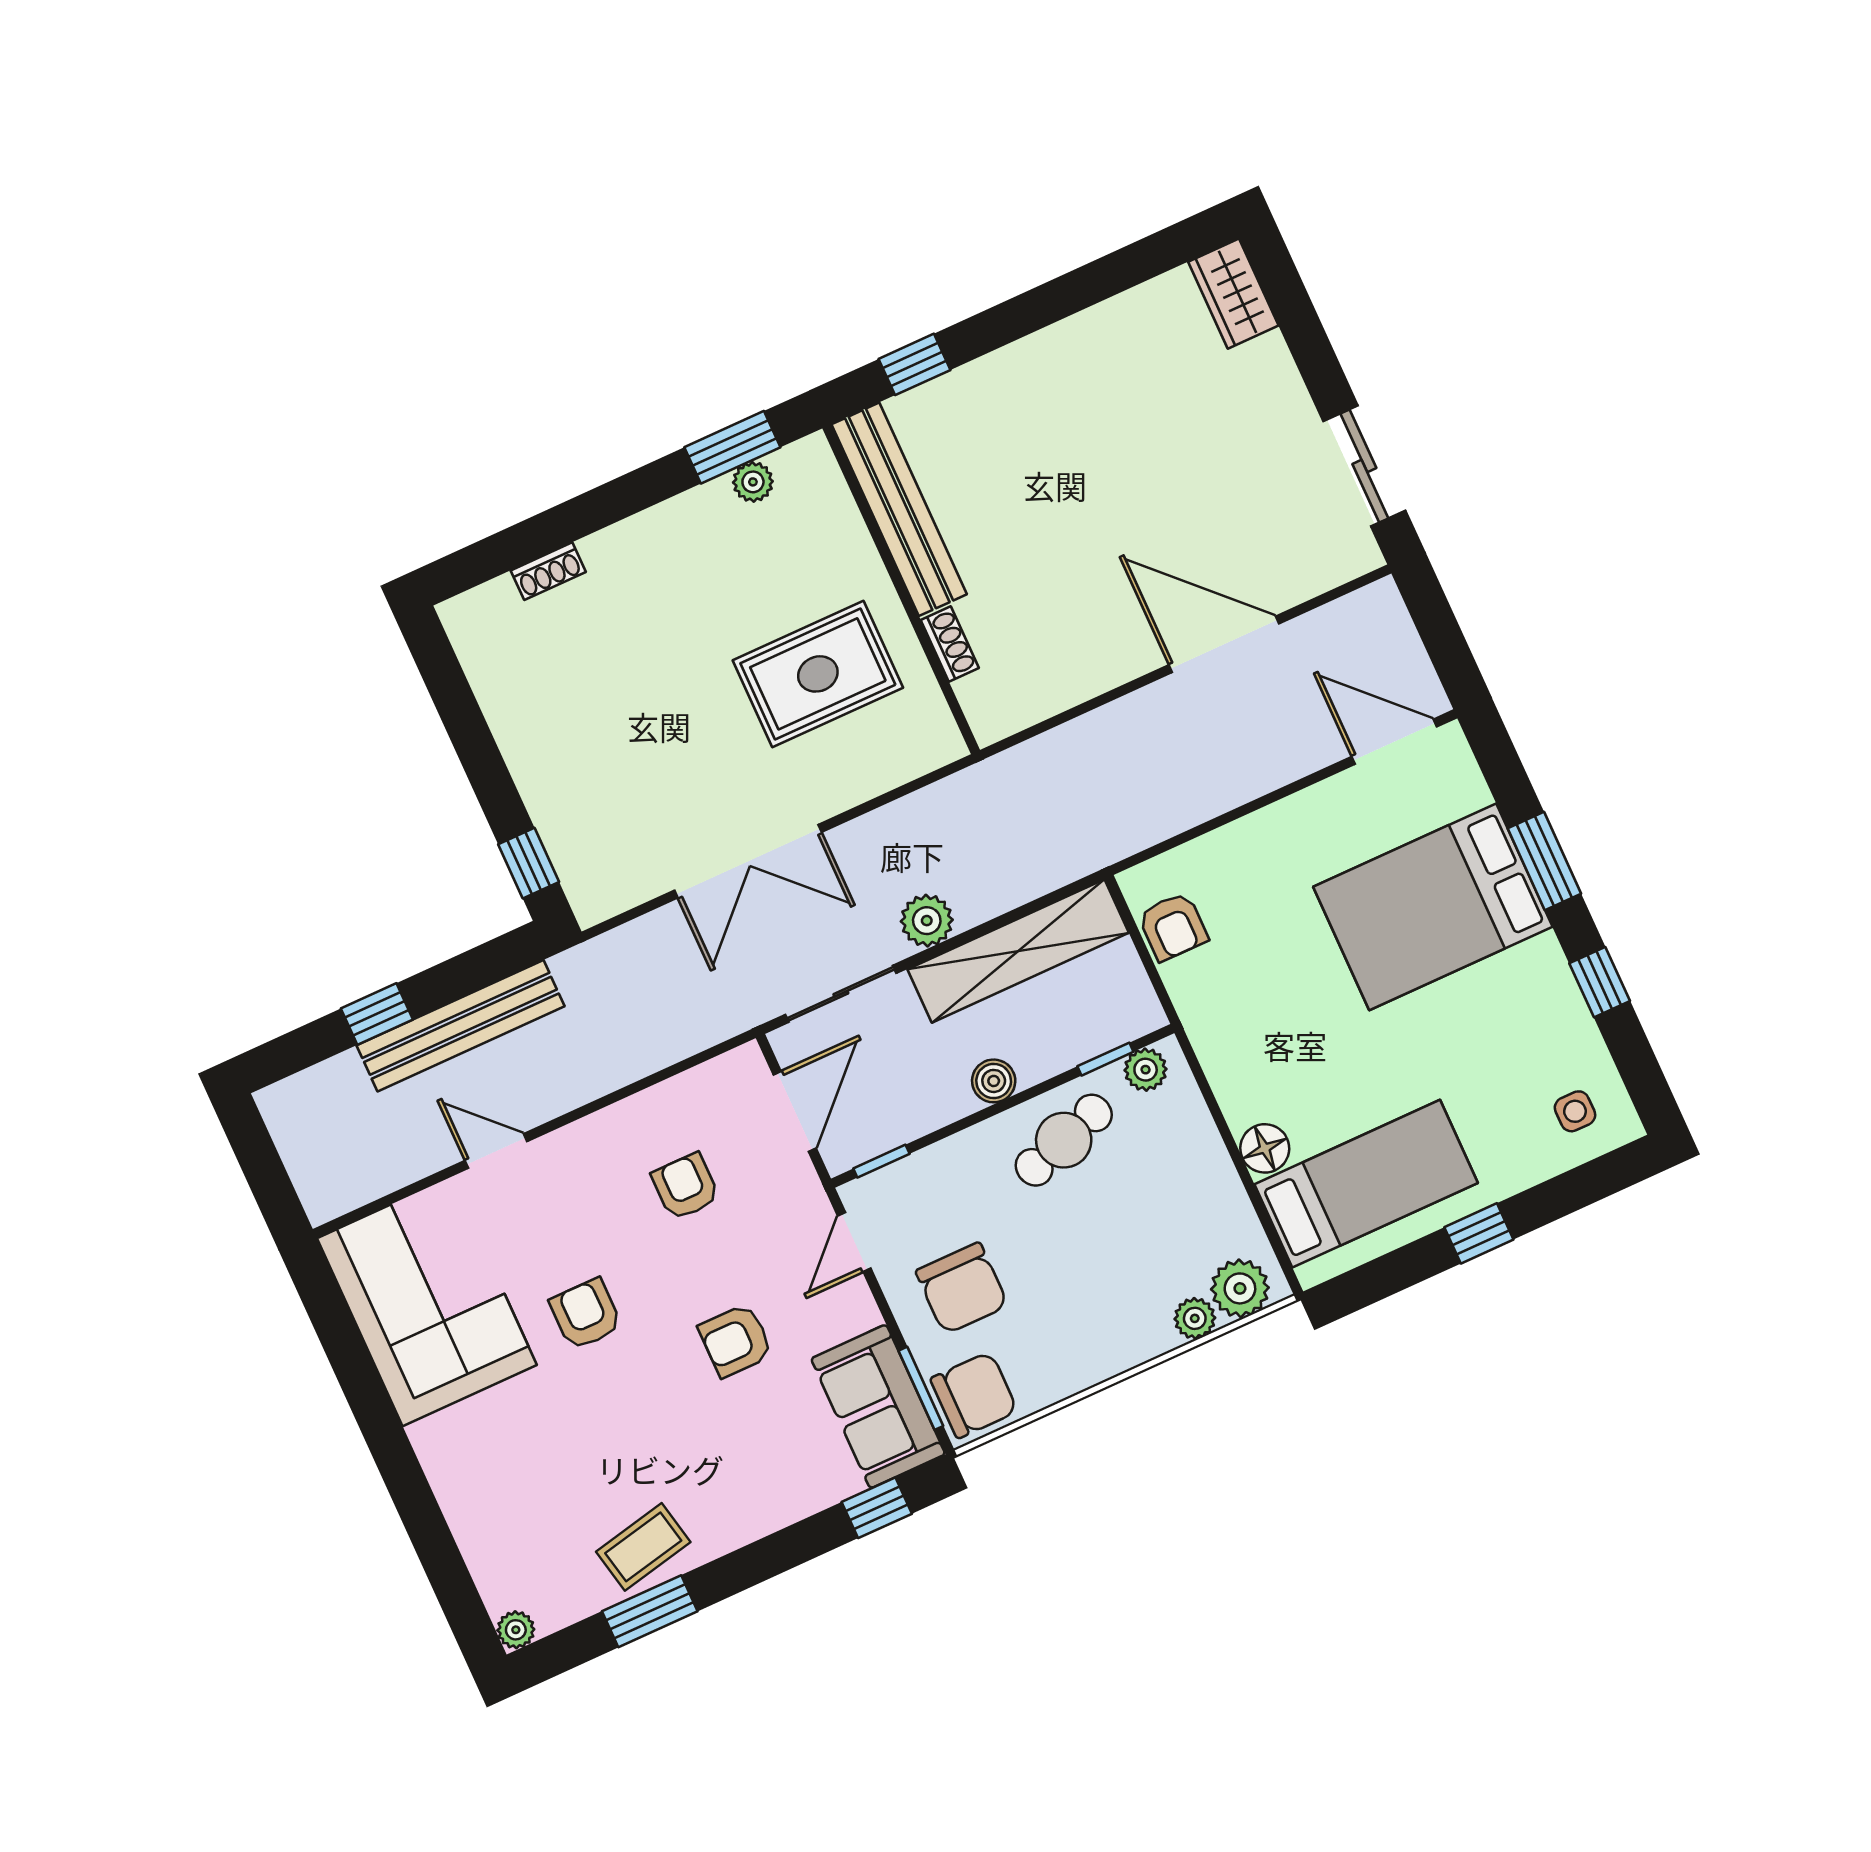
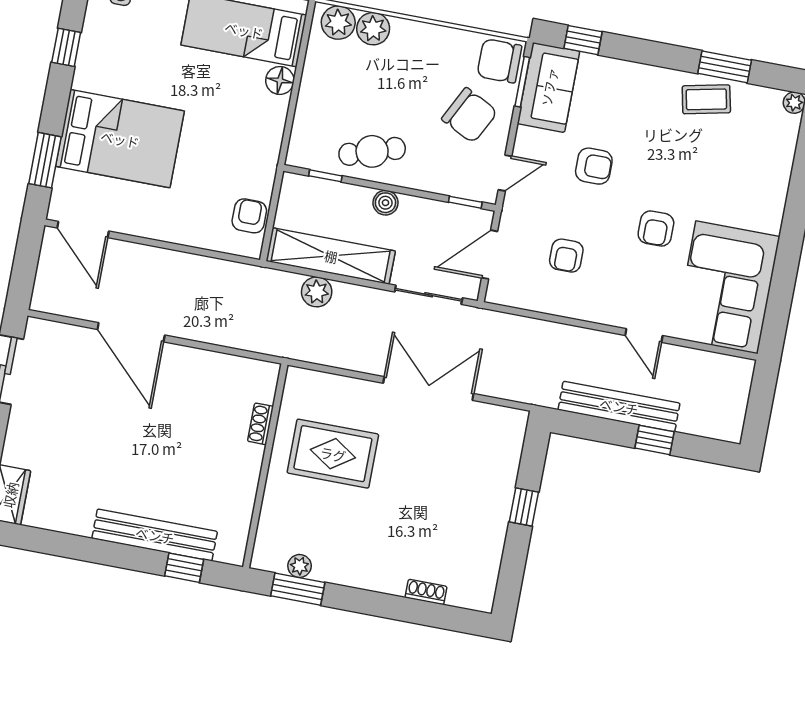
bench: (899, 509) -> (155, 535), moved, turned 90
window: (1544, 861) -> (45, 160), moved
window: (529, 863) -> (524, 507), moved
plant: (927, 921) -> (317, 292), moved
plant: (1146, 1070) -> (310, 157), removed
chair: (962, 1288) -> (470, 115), turned 117
plant: (1195, 1318) -> (373, 29), width x1.38, depth x1.38

